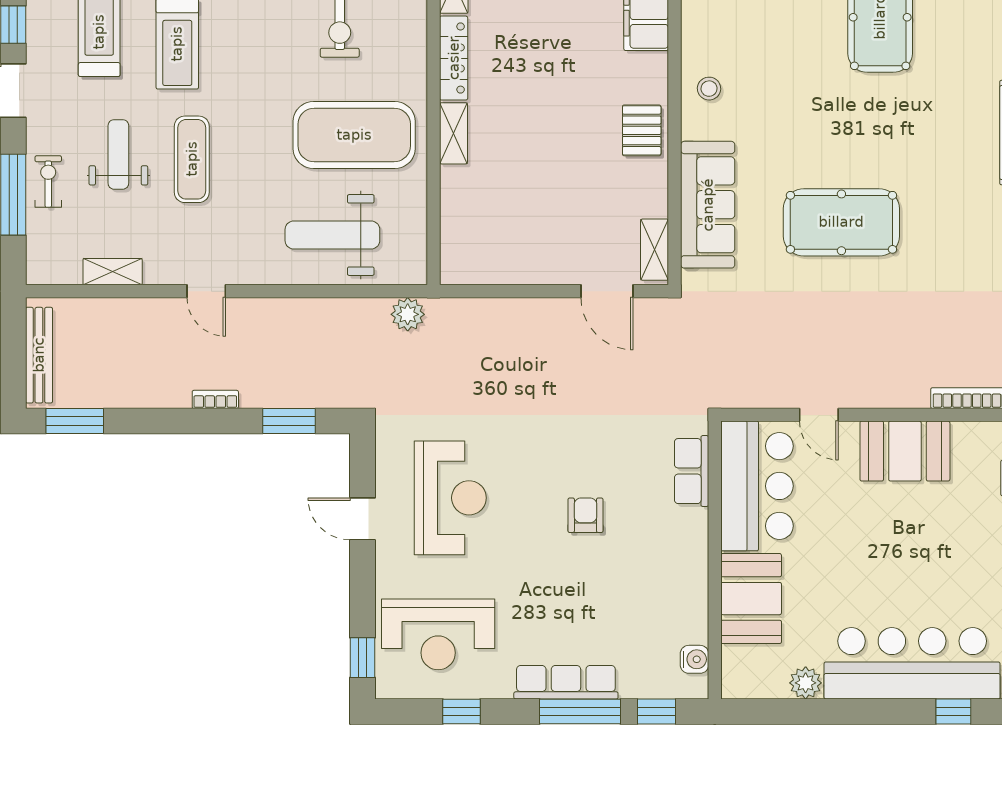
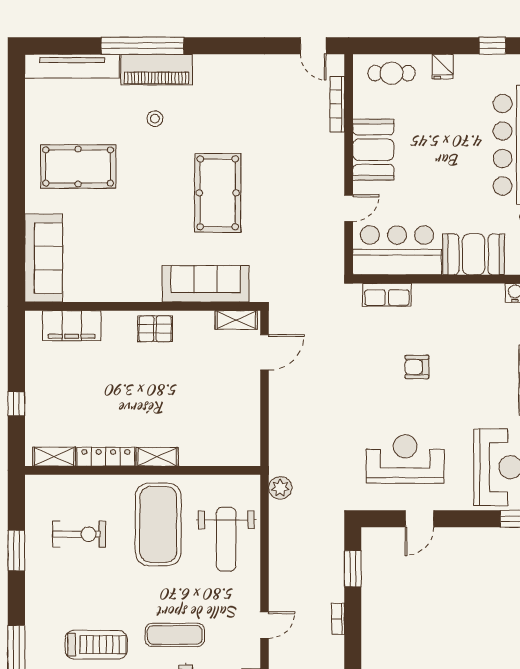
stool: (709, 89) -> (155, 119), moved

